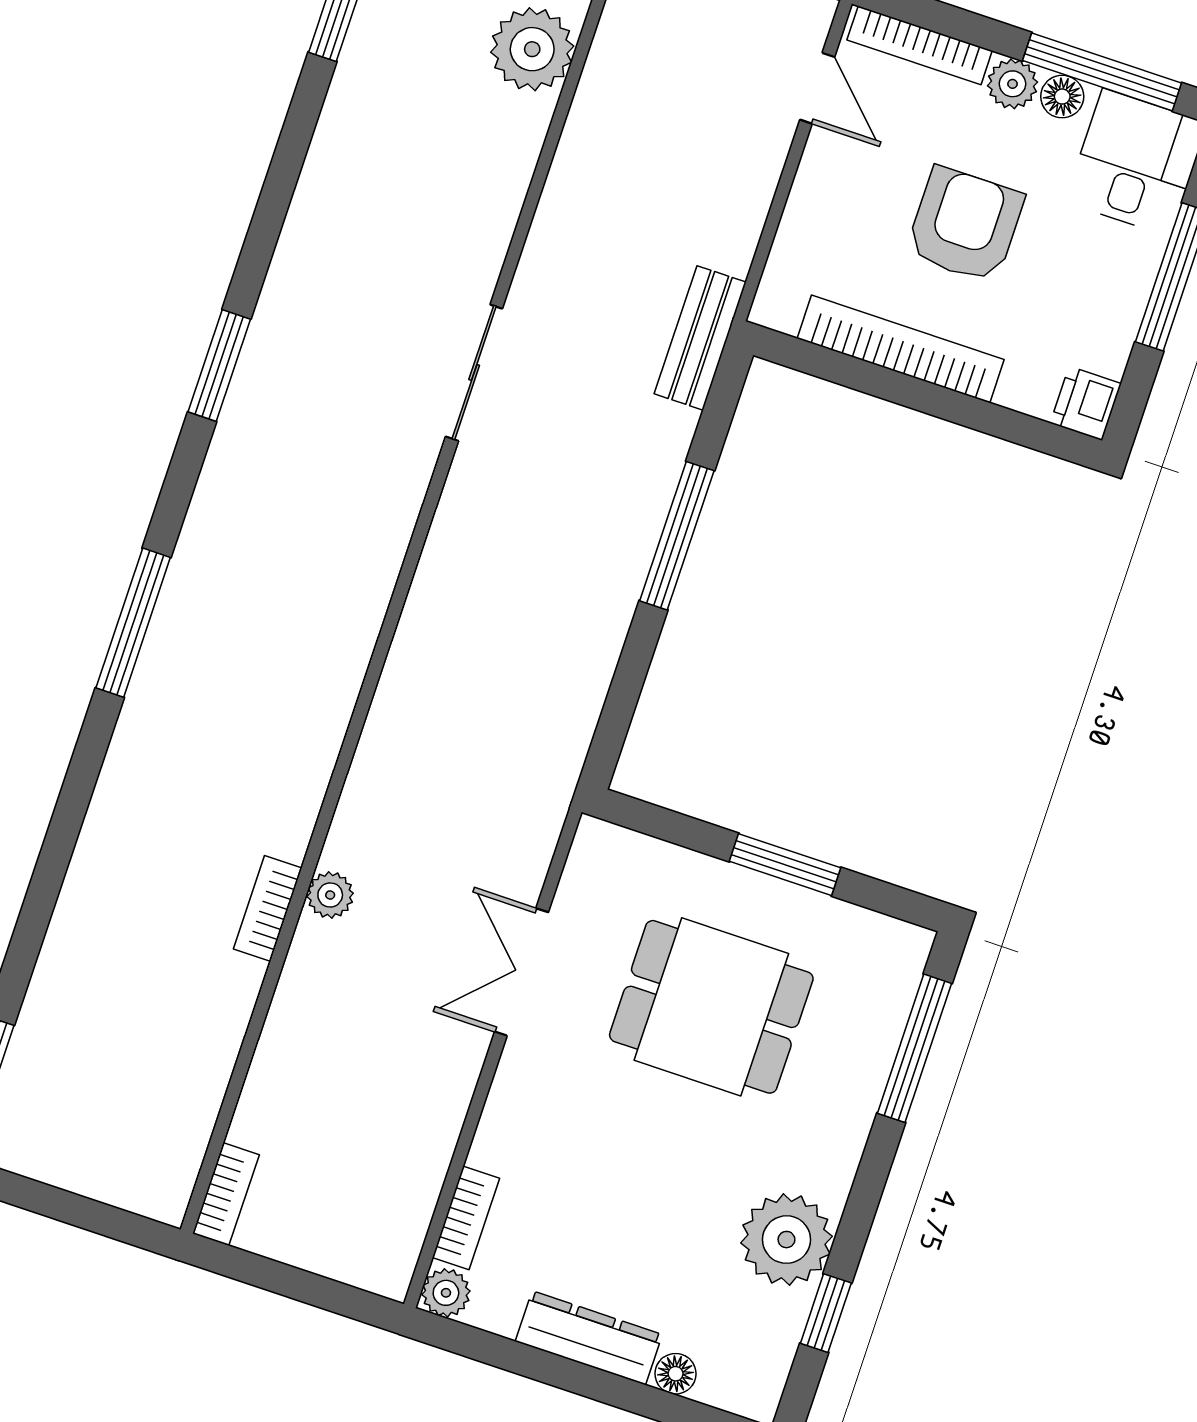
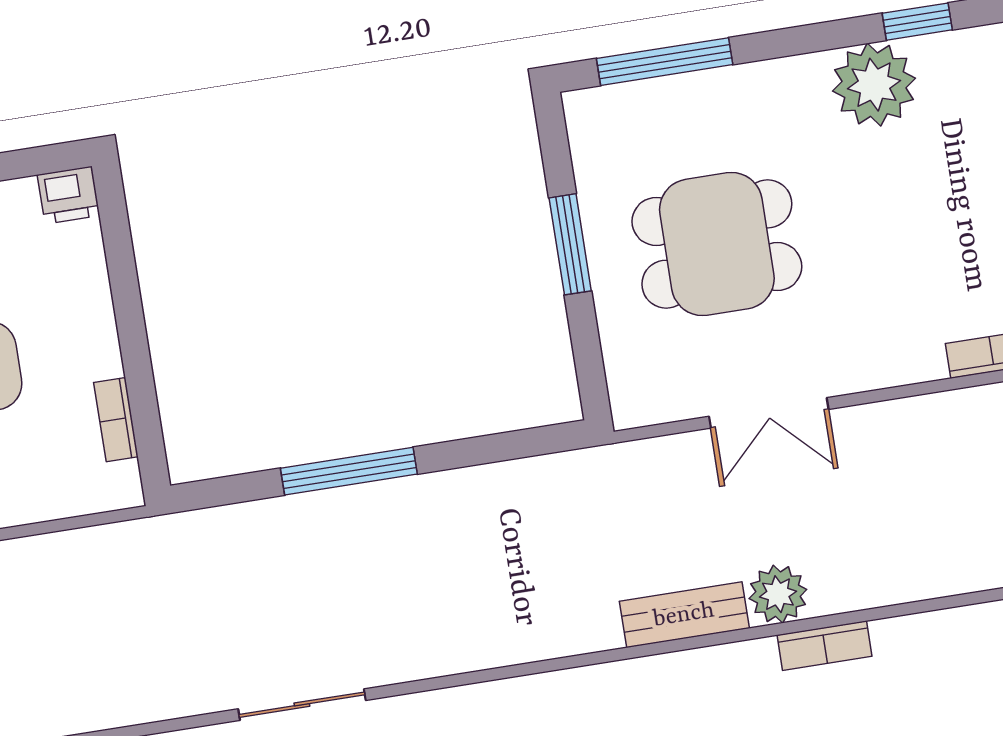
bench: (700, 338) -> (684, 615), moved
bookcase: (901, 349) -> (116, 420), width x0.43, depth x0.76
plant: (330, 895) -> (778, 594), width x1.38, depth x1.38
dining table: (711, 1007) -> (717, 244), turned 90

